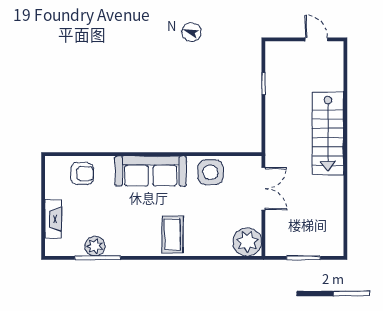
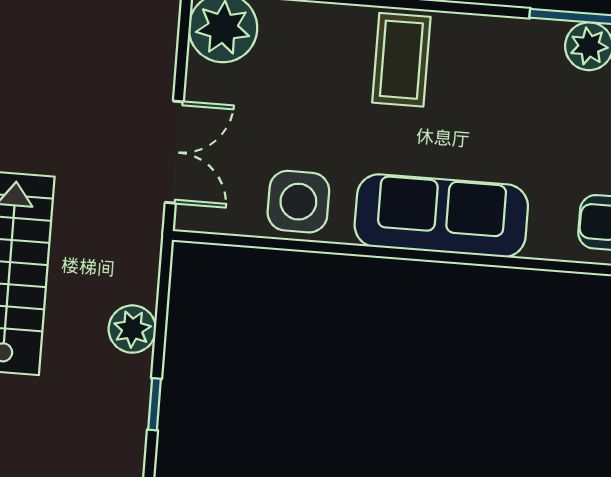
plant: (275, 114) -> (132, 329), added
double door: (263, 189) -> (174, 152), swing flipped

